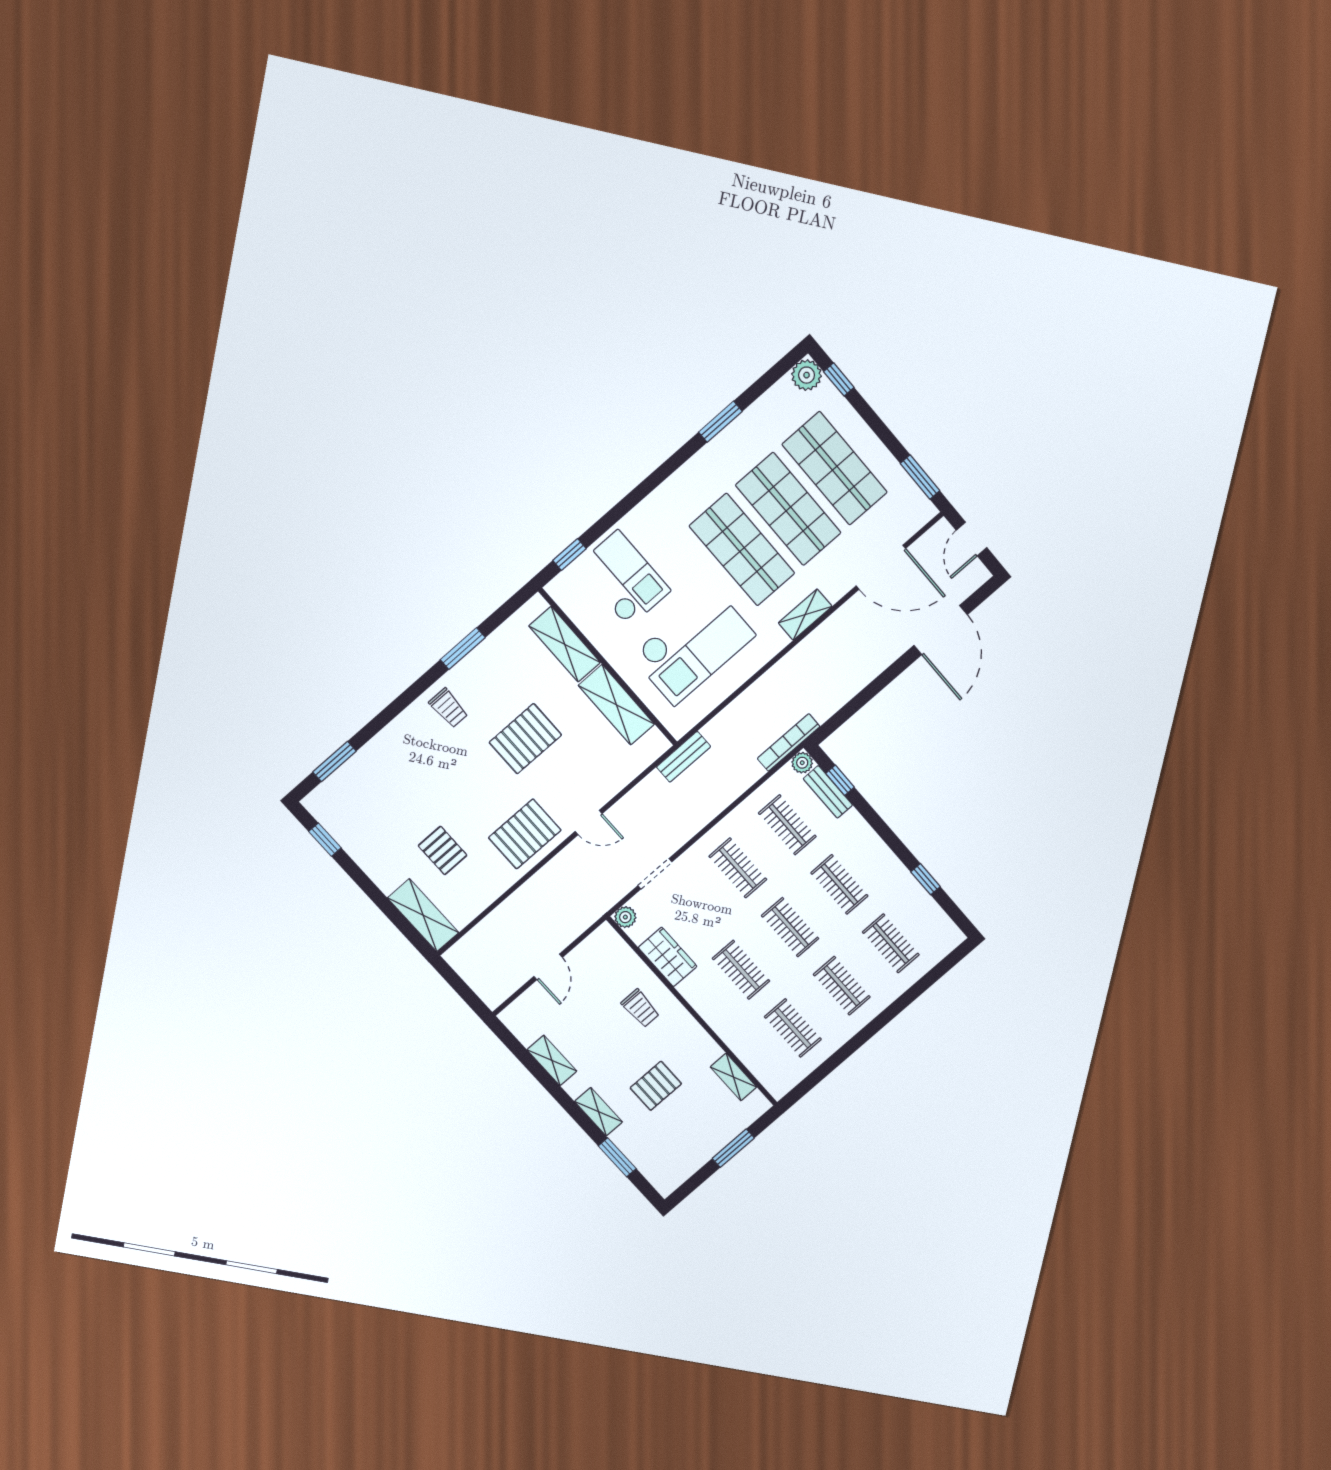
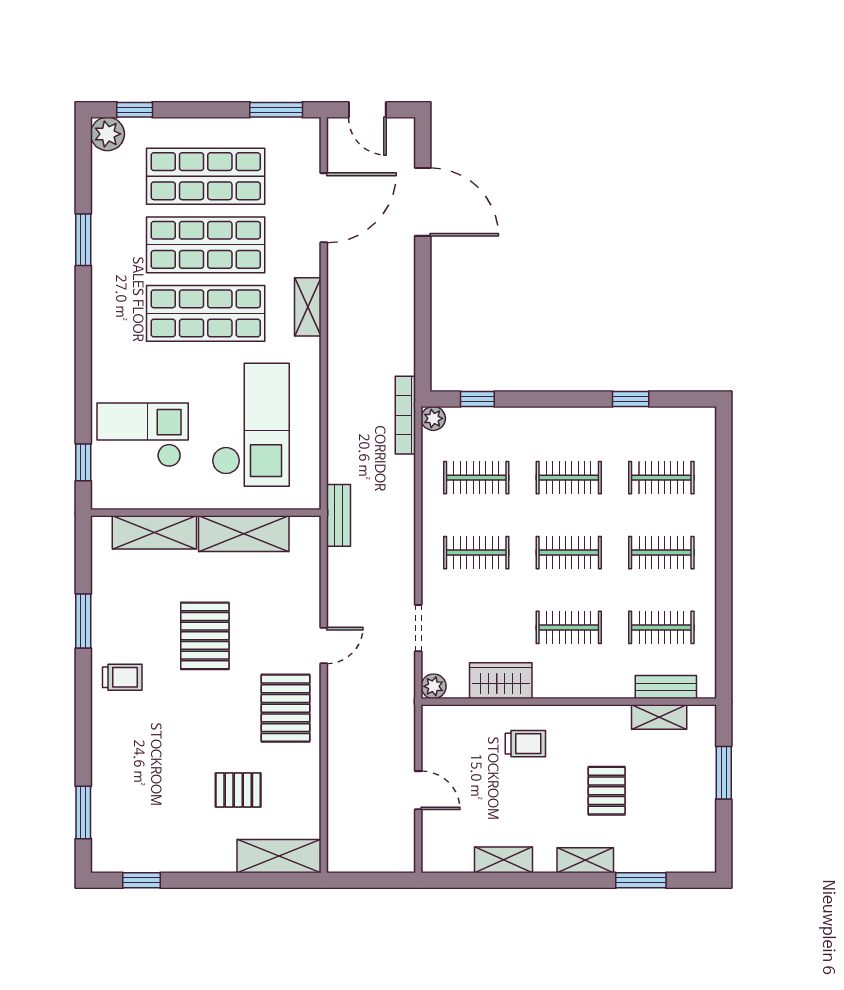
bench: (828, 792) -> (666, 687), moved

